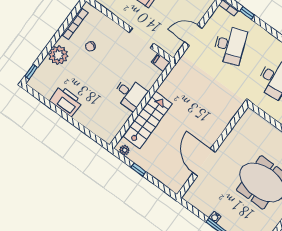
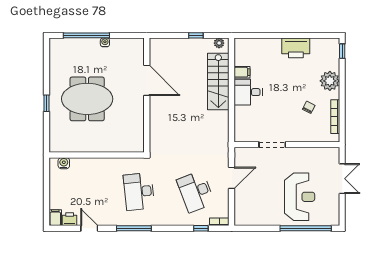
filing cabinet: (161, 62) -> (242, 72), moved

